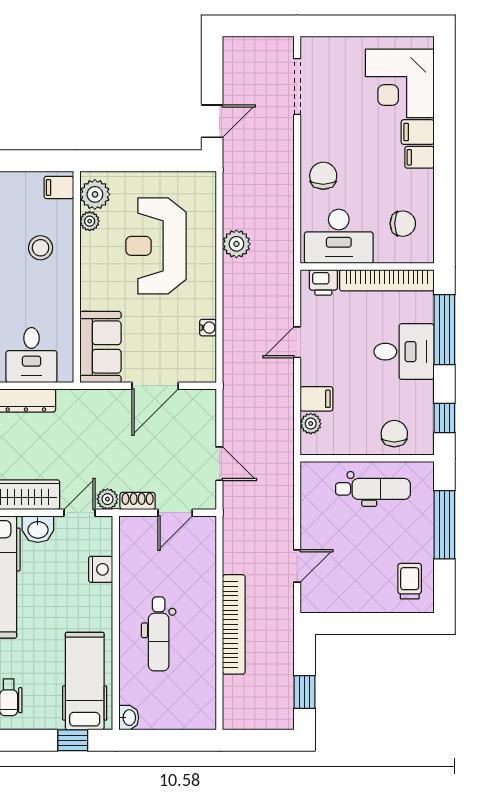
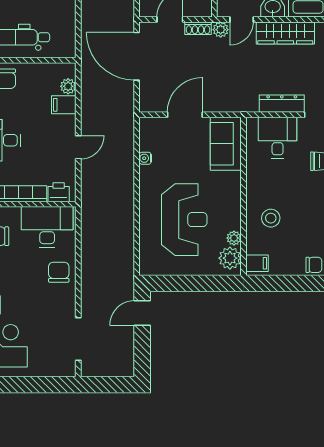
chair: (323, 176) -> (59, 272), turned 180
plant: (236, 244) -> (124, 221), removed
door: (219, 464) -> (137, 56), width x1.87

